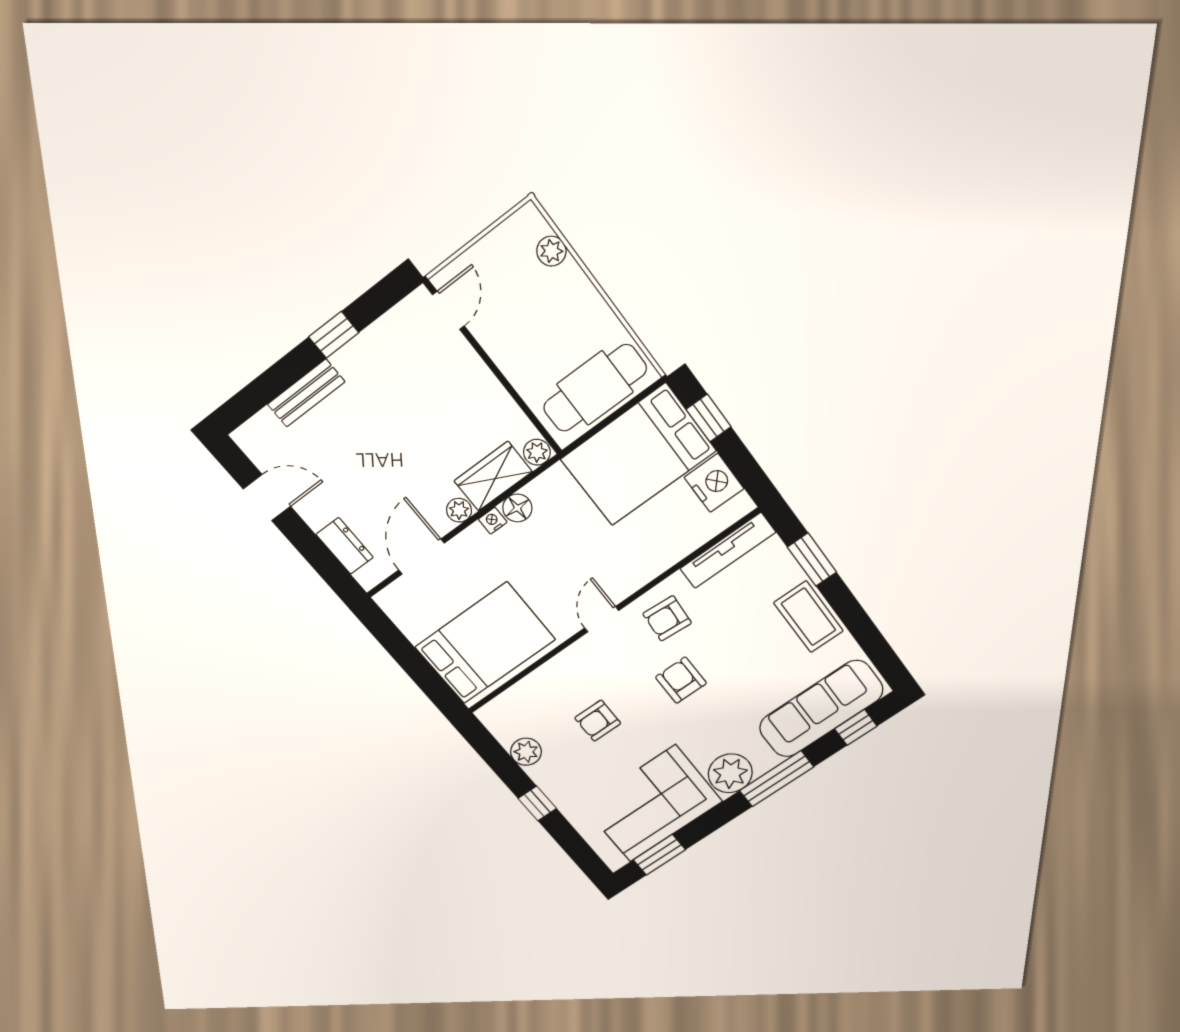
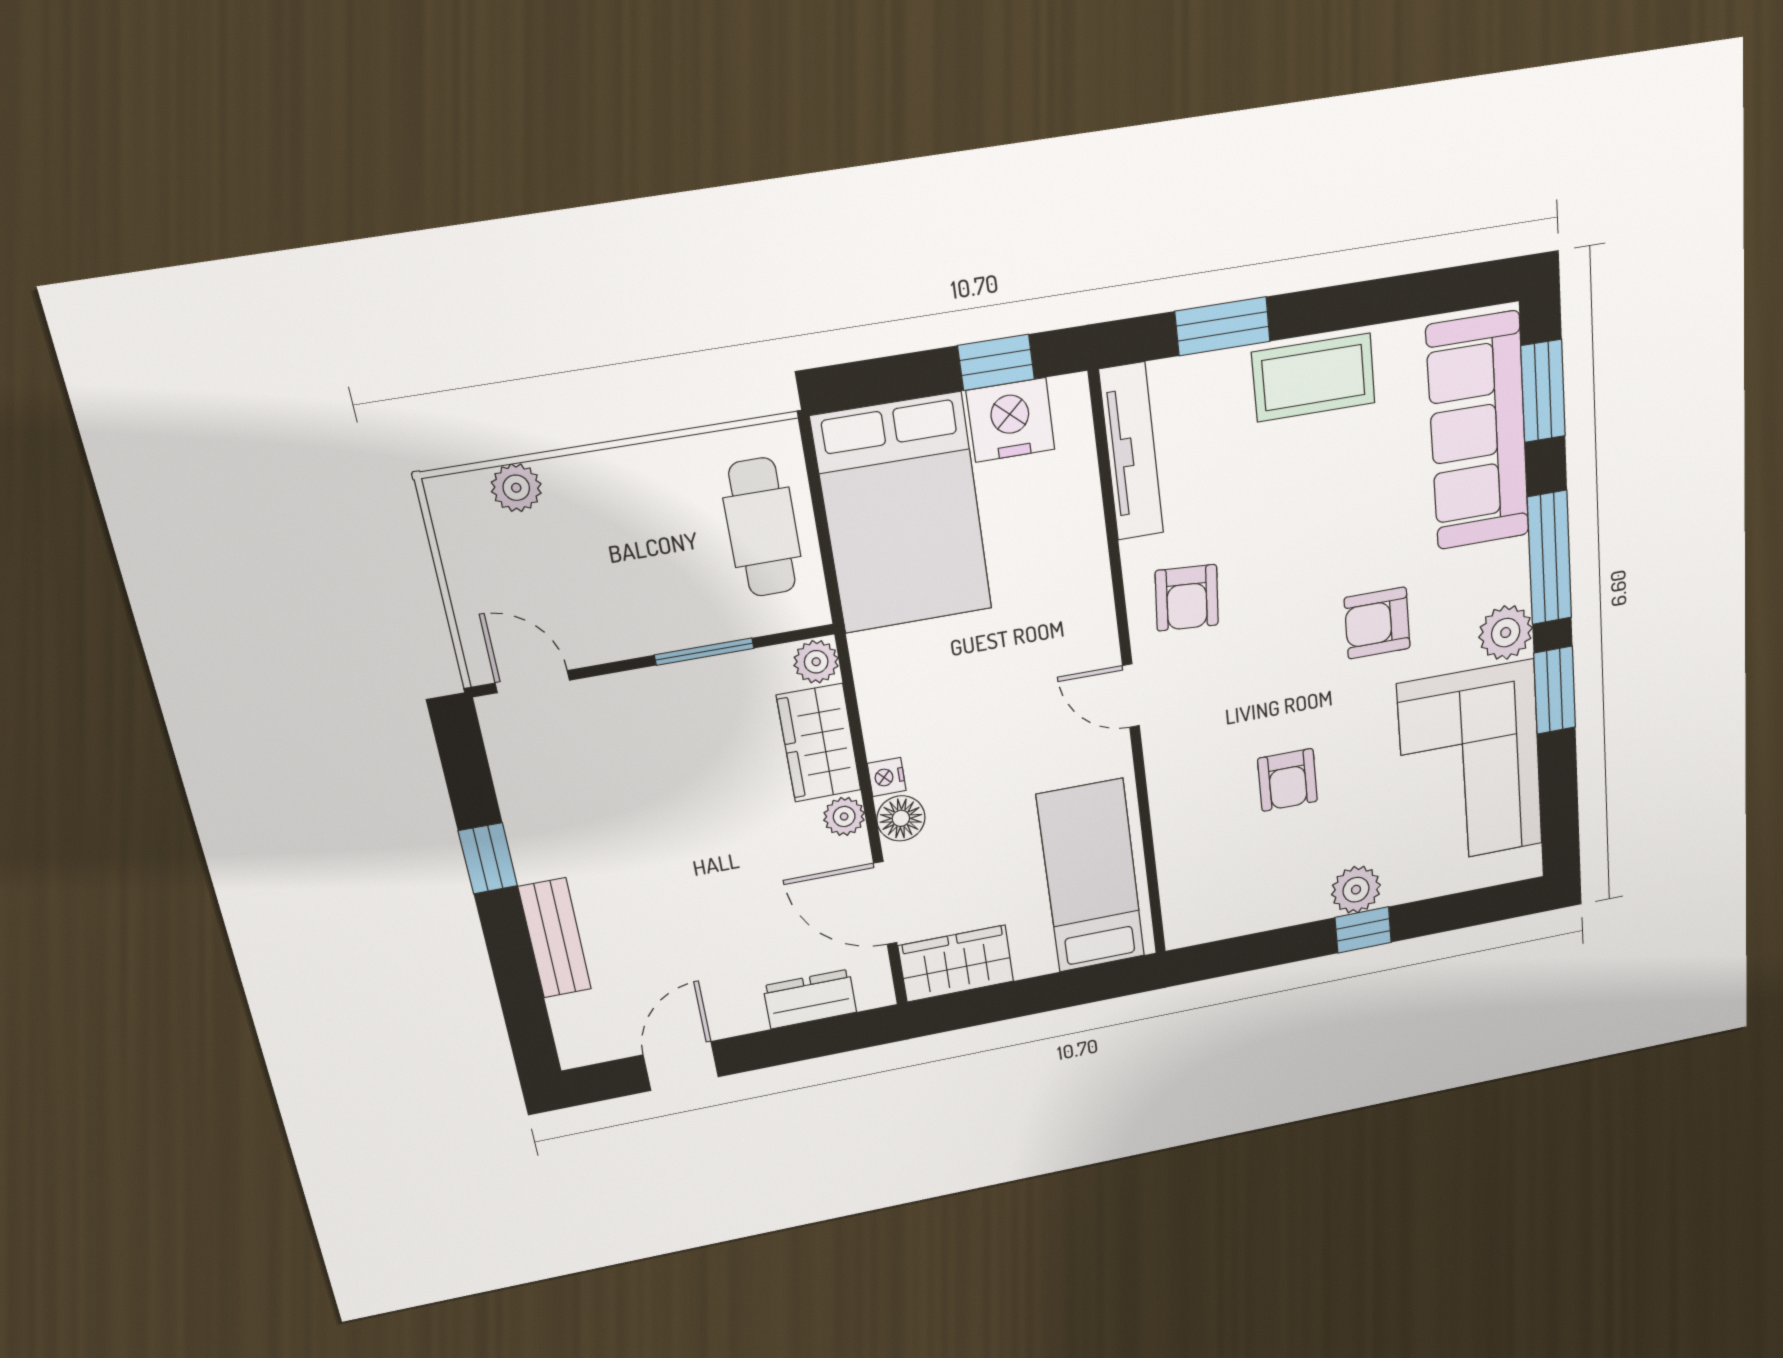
cafe table: (595, 388) -> (762, 527), width x0.73, depth x0.74
window: (512, 392) -> (704, 652), added
window: (709, 418) -> (996, 362), moved
floor lamp: (517, 508) -> (901, 818), moved
wardrobe: (407, 611) -> (956, 964), added
bed: (485, 643) -> (1091, 876), width x0.67
armchair: (681, 680) -> (1377, 623), moved
window: (856, 727) -> (1543, 391), width x1.50
plant: (526, 752) -> (1356, 890), moved
plant: (730, 773) -> (1506, 633), width x0.73, depth x0.73
window: (659, 855) -> (1555, 690), moved

